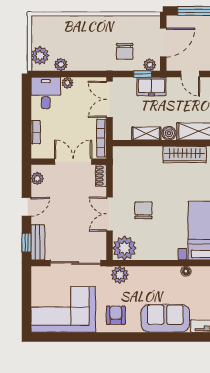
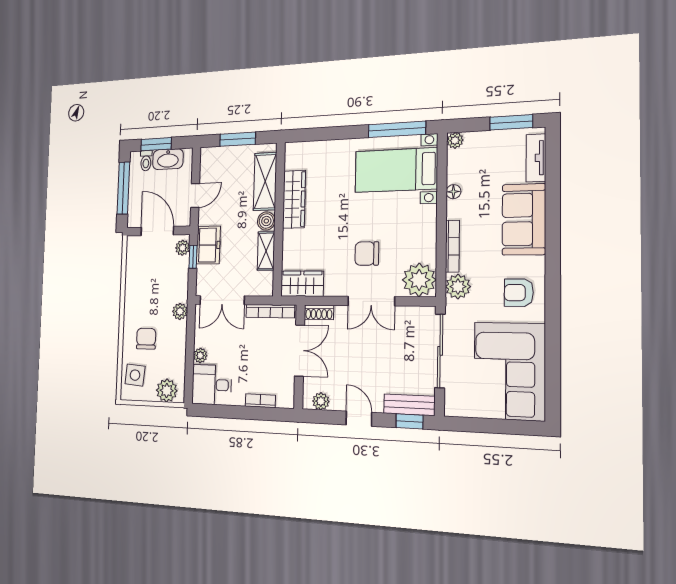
side table: (51, 28) -> (135, 375), added
chair: (125, 51) -> (146, 339), moved, turned -90
plant: (61, 64) -> (180, 311), moved
double door: (73, 162) -> (300, 350), swing flipped
wardrobe: (122, 162) -> (302, 284), added
bookcase: (148, 271) -> (452, 246), added

